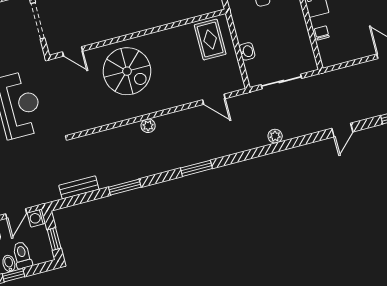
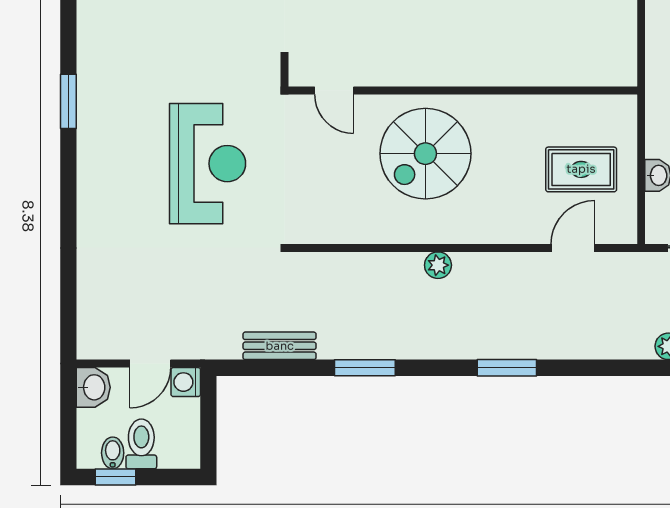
rug: (210, 40) -> (581, 169), moved, turned 90
spiral stairs: (127, 71) -> (425, 154), turned 90
door: (214, 99) -> (573, 248), swing flipped
window: (54, 239) -> (208, 430), removed

